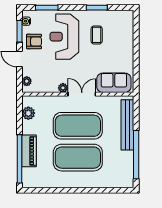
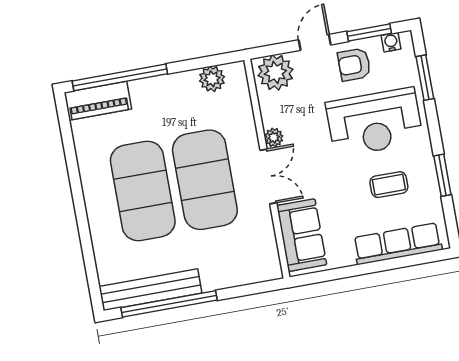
row of seats: (127, 36) -> (398, 244), added
reception desk: (64, 37) -> (374, 122), turned 180
armchair: (34, 41) -> (354, 65), turned 90
plant: (27, 81) -> (275, 72), width x1.88, depth x1.88
bench: (127, 125) -> (150, 290), moved
piano: (29, 151) -> (98, 101), moved

